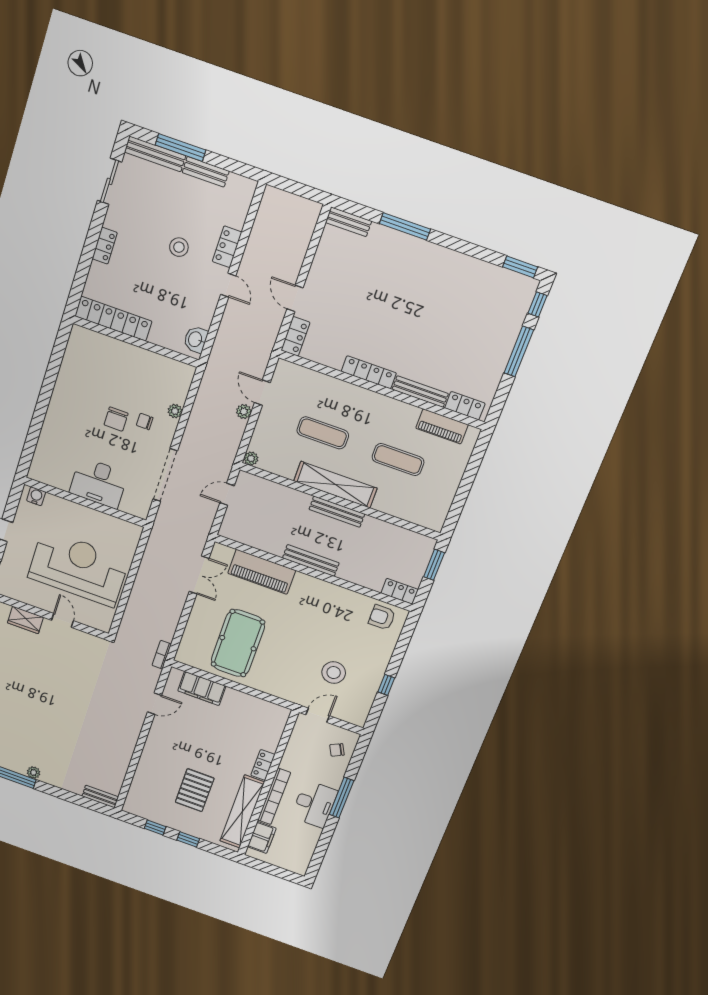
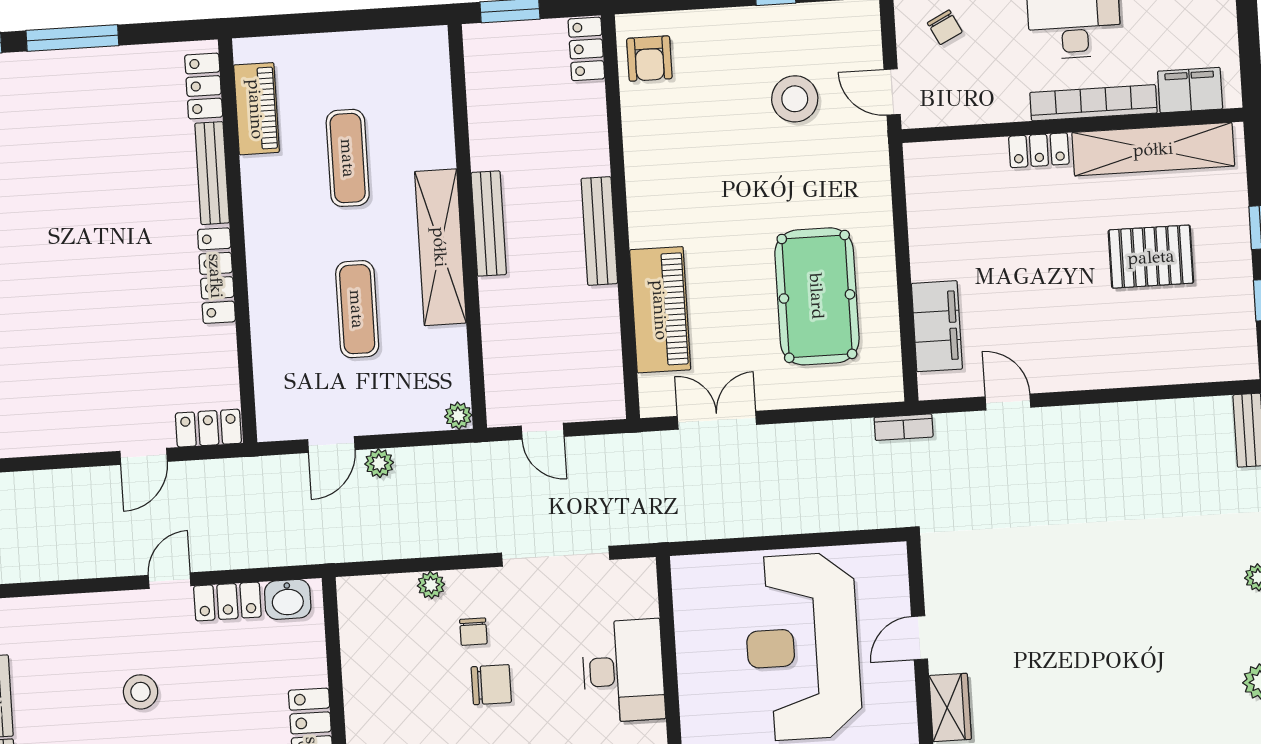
locker: (227, 247) -> (227, 601), moved
pool table: (238, 643) -> (817, 296), turned 90

